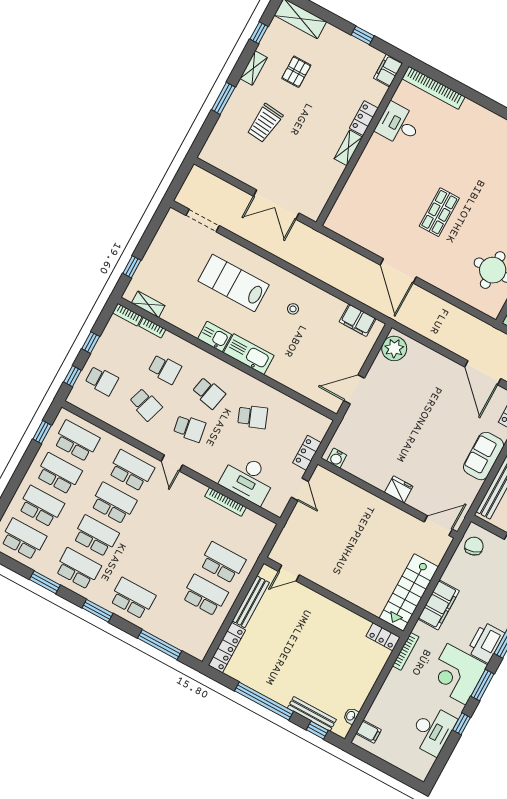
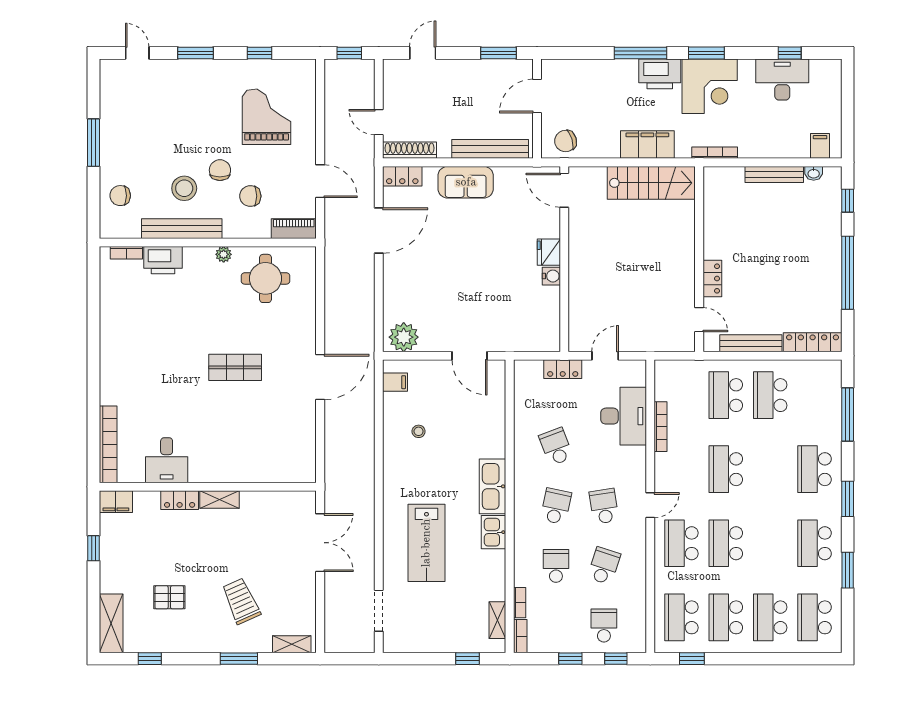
shelving: (254, 68) -> (292, 644), moved
trolley: (265, 123) -> (241, 601), turned -120
stool: (293, 309) -> (419, 431), moved
filing cabinet: (358, 320) -> (395, 382), width x0.50
water cooler: (337, 458) -> (551, 276), moved
school desk: (96, 536) -> (726, 469), moved
locker: (383, 637) -> (712, 279), moved
bench: (312, 714) -> (774, 174), moved, turned 90
window: (461, 724) -> (790, 53), moved

